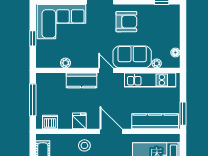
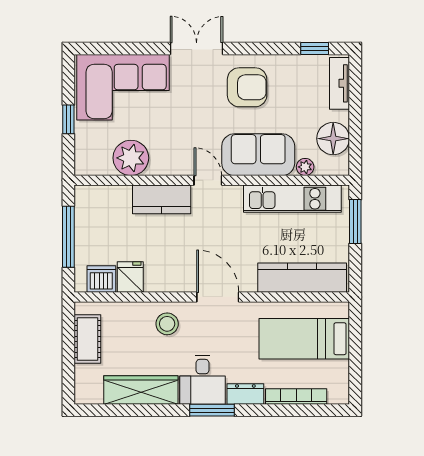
tv unit: (175, 20) -> (340, 83), added
floor lamp: (175, 52) -> (333, 139), width x1.89, depth x1.89
plant: (65, 63) -> (131, 158), width x1.87, depth x1.87
window: (183, 114) -> (355, 222), moved
fridge: (79, 121) -> (130, 277), moved

